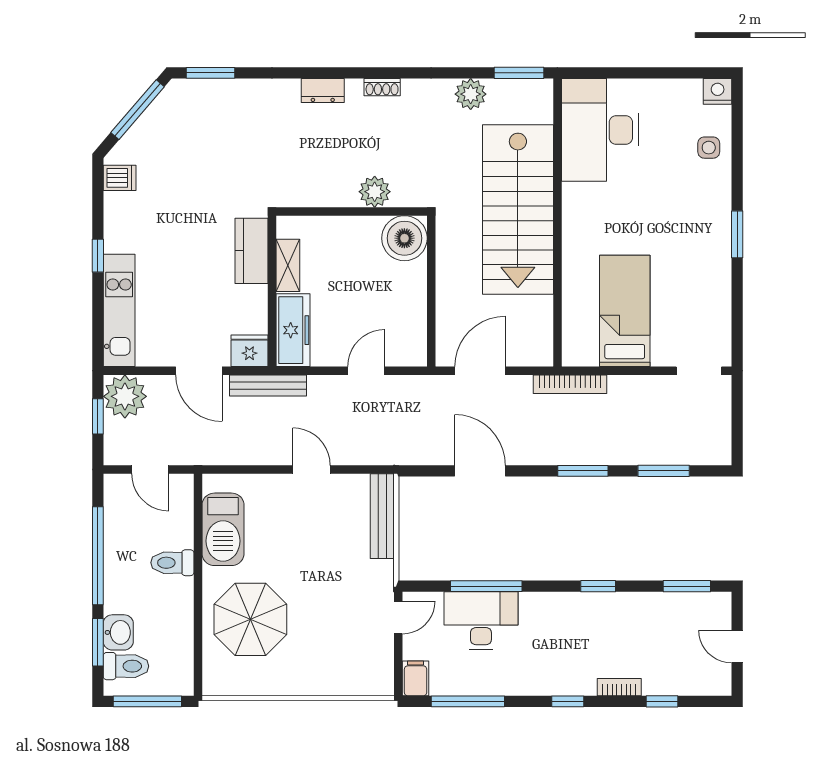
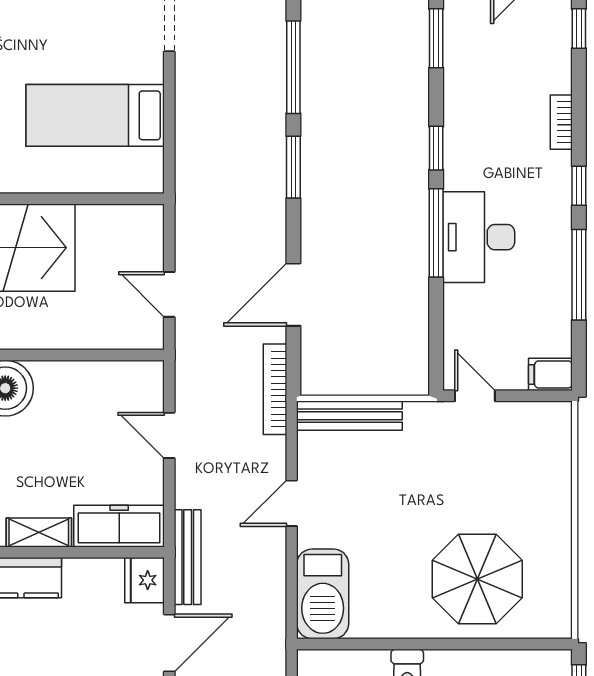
door: (480, 371) -> (169, 294), width x0.73
bookcase: (570, 384) -> (275, 389), moved, turned 180
window: (664, 471) -> (293, 67), width x1.44
barbecue: (223, 529) -> (323, 594), moved, turned 90
window: (486, 586) -> (436, 233), moved
desk: (481, 621) -> (479, 237), moved
window: (468, 701) -> (579, 275), moved
window: (662, 701) -> (579, 29), moved

